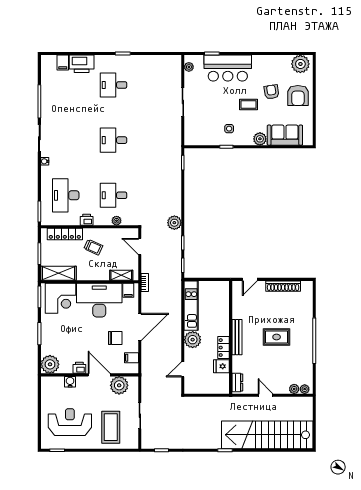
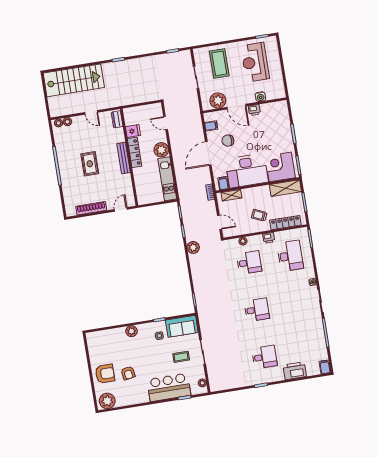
filing cabinet: (63, 62) -> (325, 367), moved
armchair: (298, 95) -> (105, 374), turned 90
coffee table: (249, 104) -> (181, 357), moved
sofa: (285, 135) -> (182, 326), moved
rug: (277, 337) -> (90, 164), turned 90
locker: (224, 348) -> (135, 152), width x1.53
plant: (50, 364) -> (280, 109), removed
door: (183, 369) -> (166, 123), swing flipped
reception desk: (70, 422) -> (255, 62), turned 90
stairs: (267, 435) -> (74, 80), width x0.73

